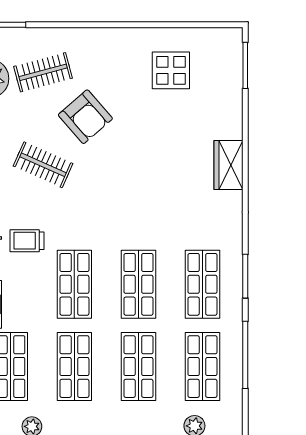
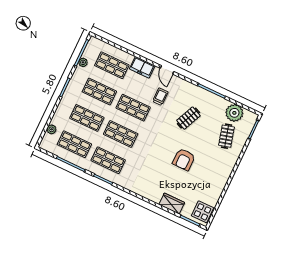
display table: (171, 70) -> (202, 212), moved
armchair: (85, 117) -> (184, 159), moved, turned -49
wardrobe: (228, 165) -> (172, 204), moved

